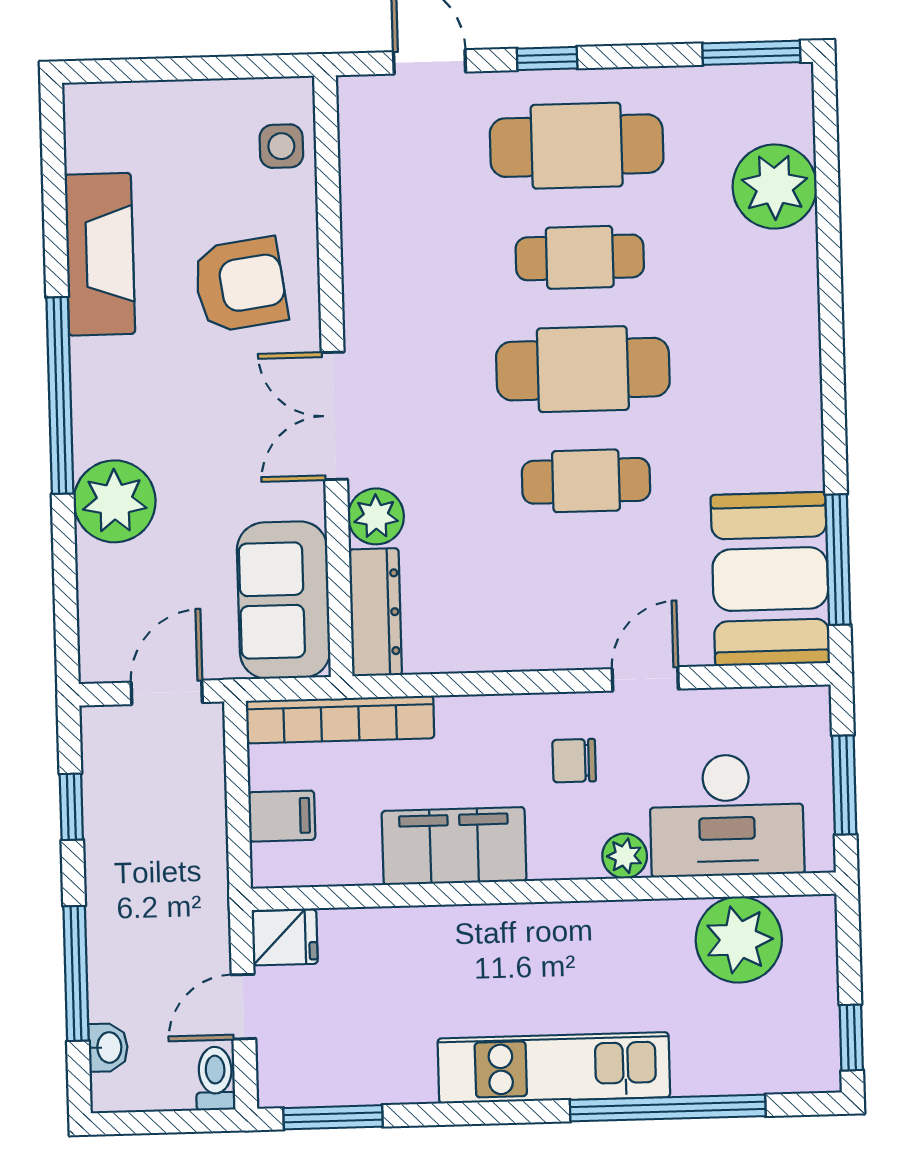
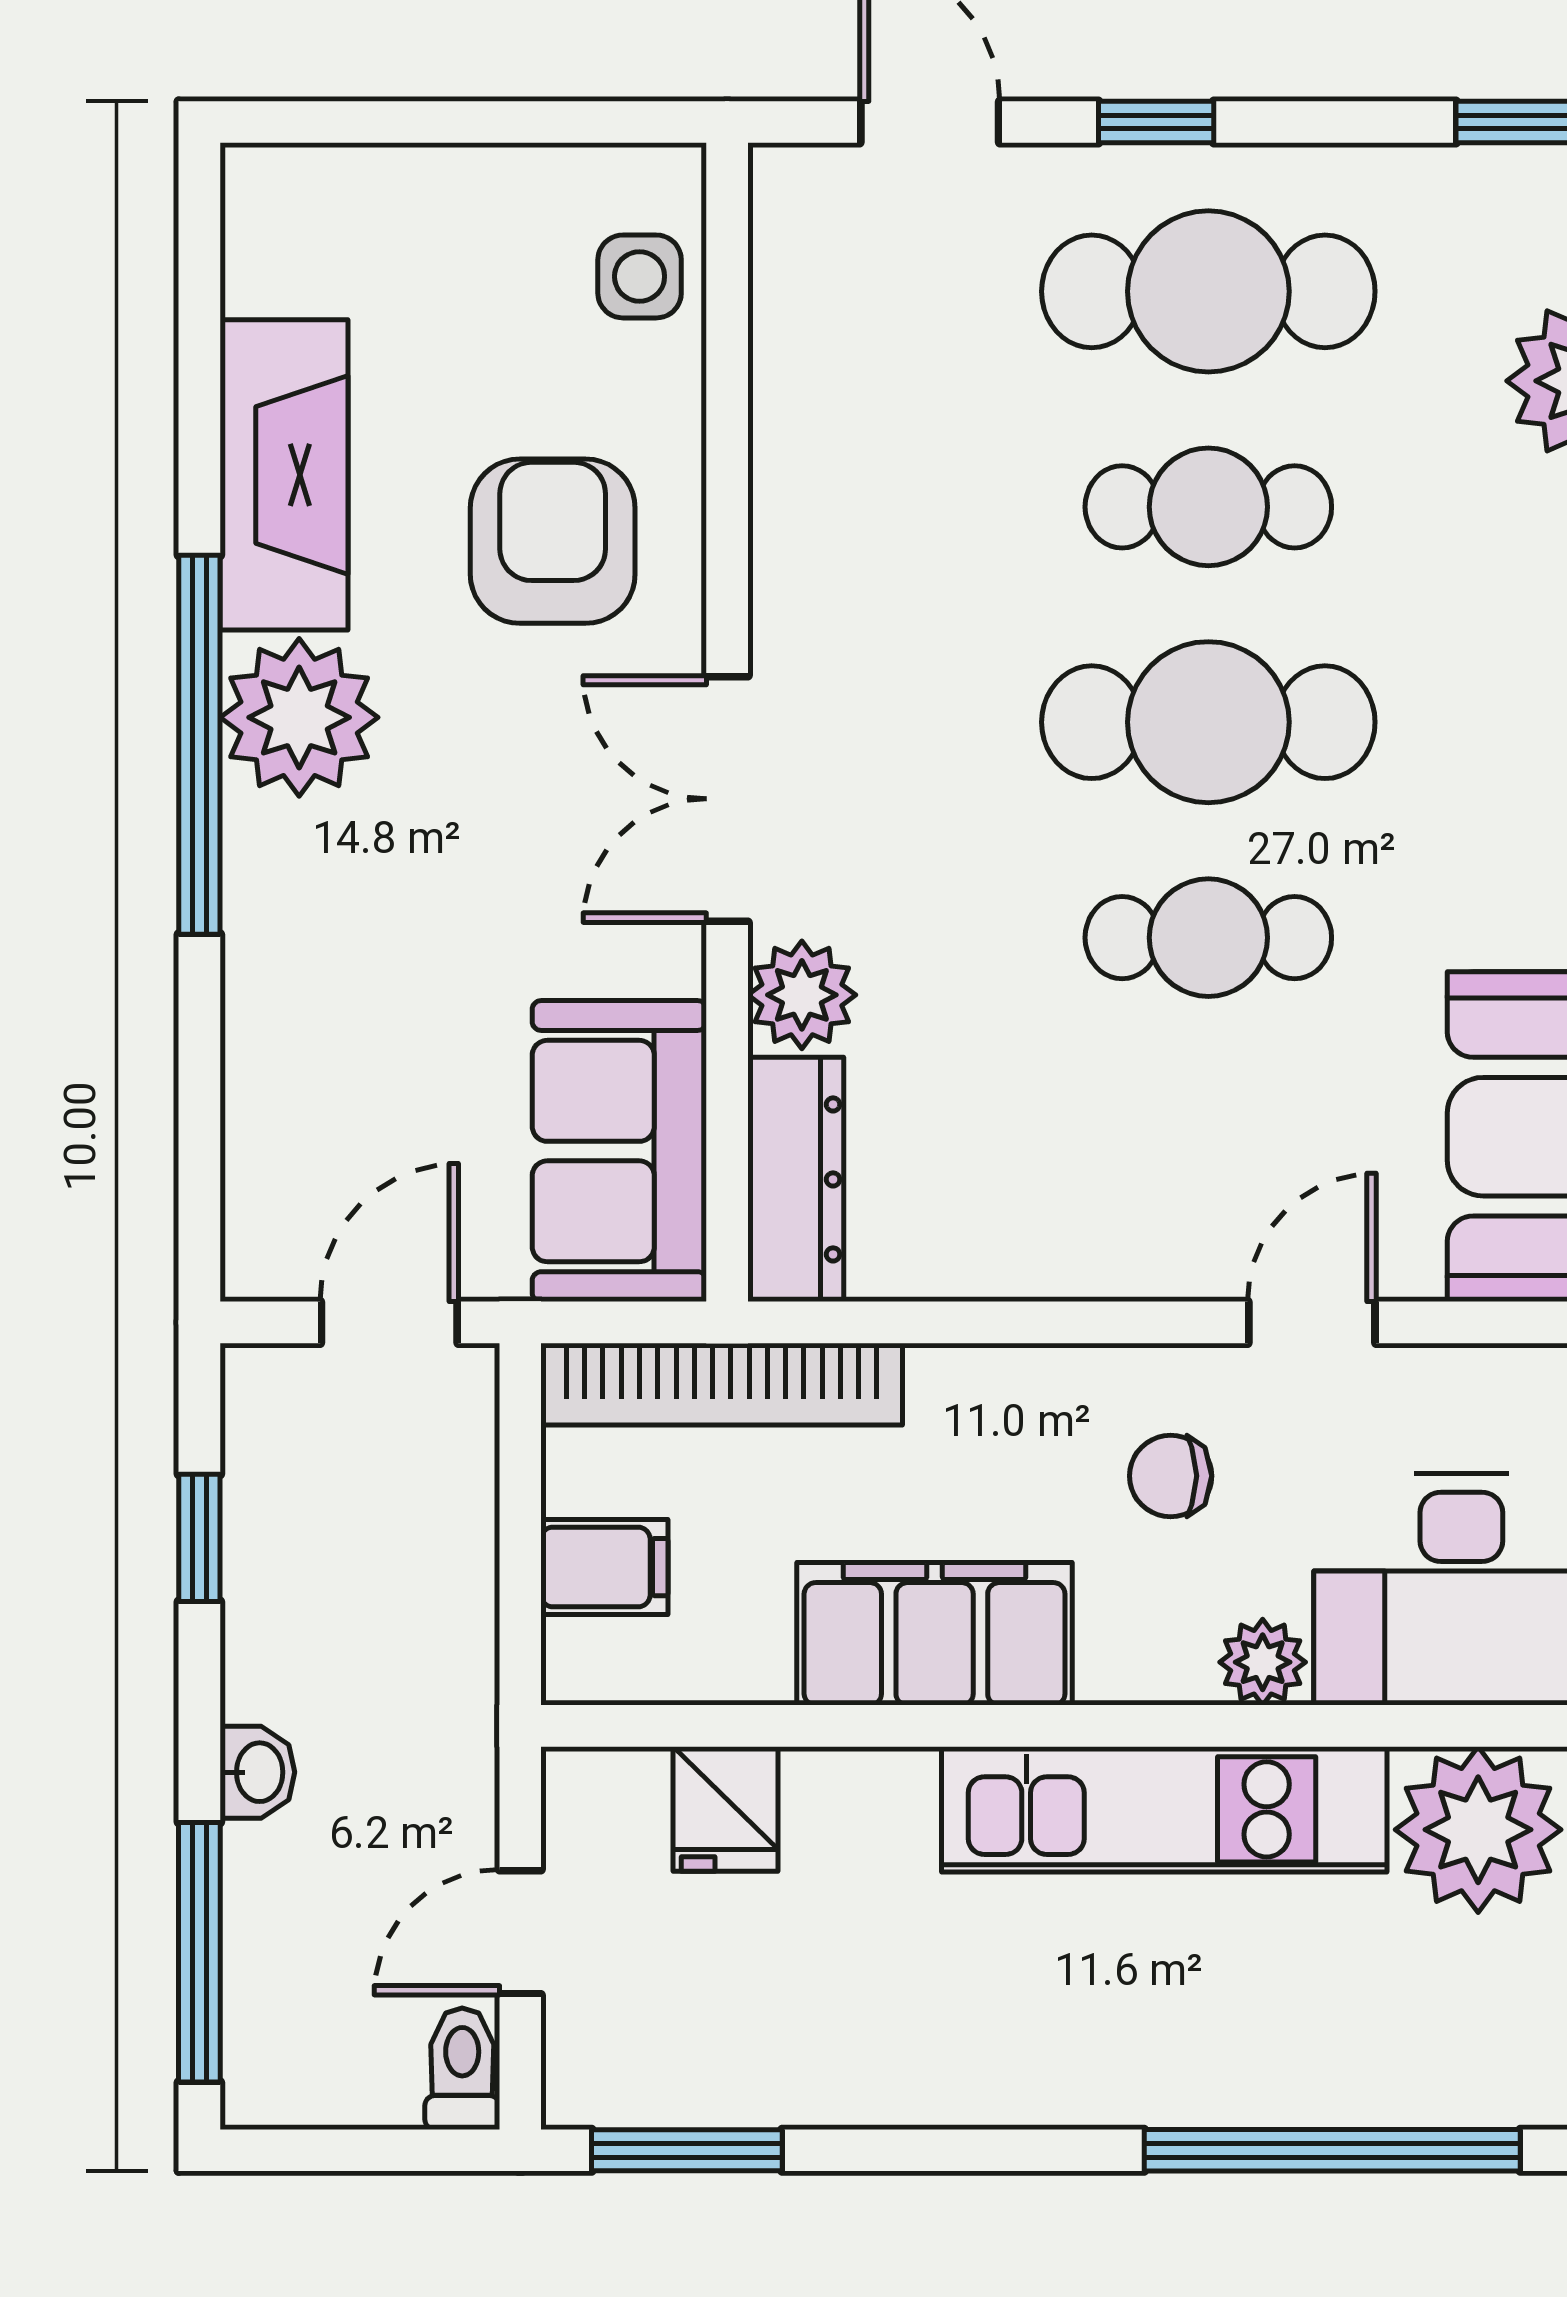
armchair: (240, 285) -> (553, 541), turned -82
plant: (115, 501) -> (299, 717), moved
fridge: (285, 937) -> (725, 1809), moved, turned 90
window: (76, 973) -> (199, 1952), moved
washbasin: (108, 1047) -> (257, 1772), moved
kitchen unit: (554, 1068) -> (1164, 1809), moved, turned 180

